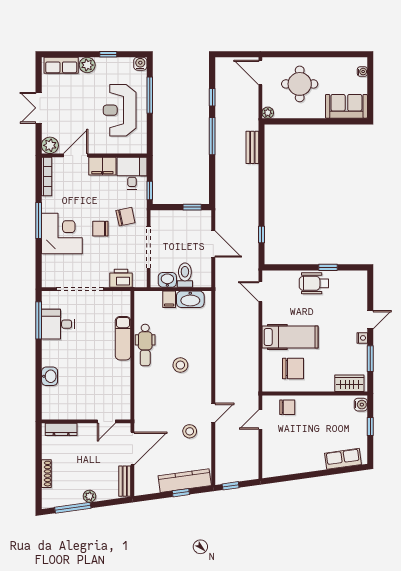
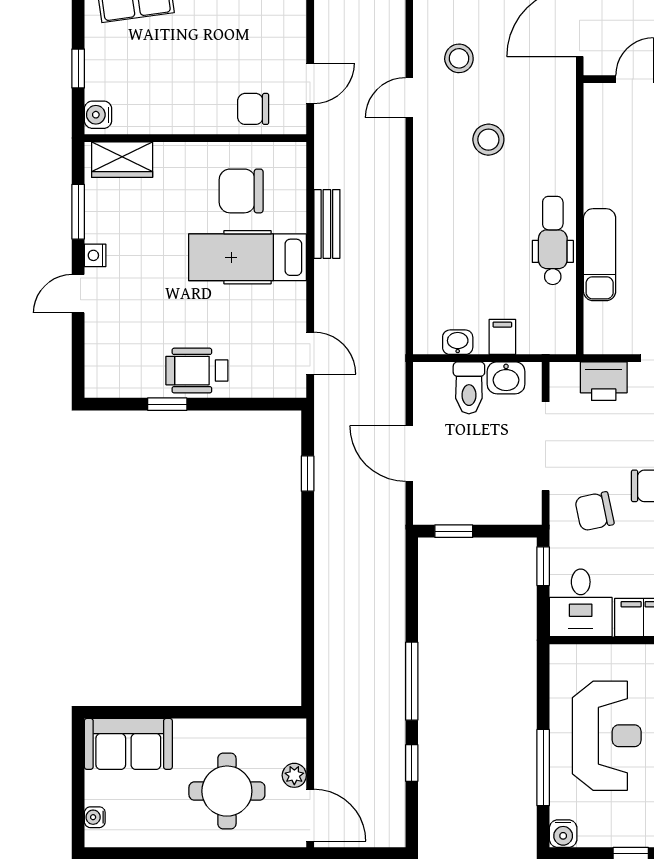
plant: (268, 113) -> (294, 775), moved
bench: (252, 147) -> (327, 224), moved
wheelchair: (314, 283) -> (197, 371), turned 180
washbasin: (190, 299) -> (458, 342), width x0.52, depth x0.69
stool: (180, 365) -> (488, 140), moved

